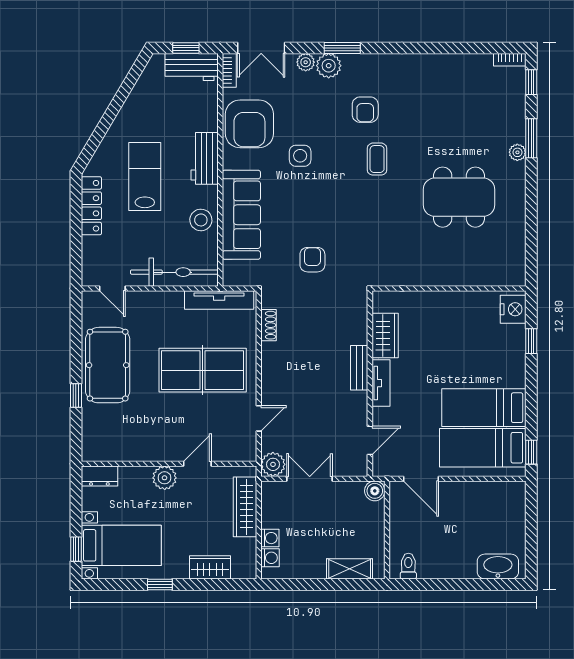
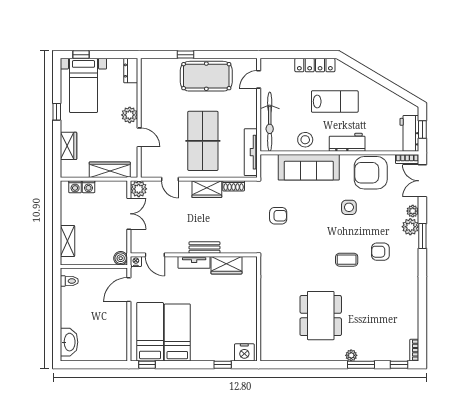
wardrobe: (273, 364) -> (207, 189), added
nightstand: (380, 468) -> (136, 261), added

